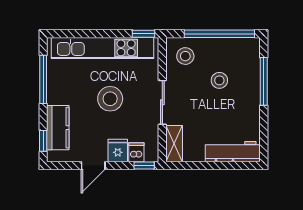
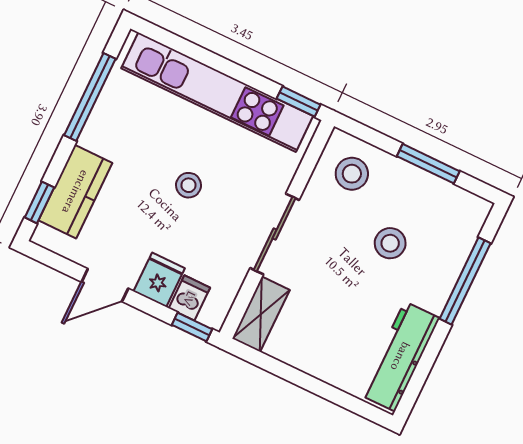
window: (219, 34) -> (428, 164), width x0.47
stool: (110, 99) -> (189, 185), width x0.53, depth x0.53
workbench: (233, 152) -> (400, 356), moved, turned -90

